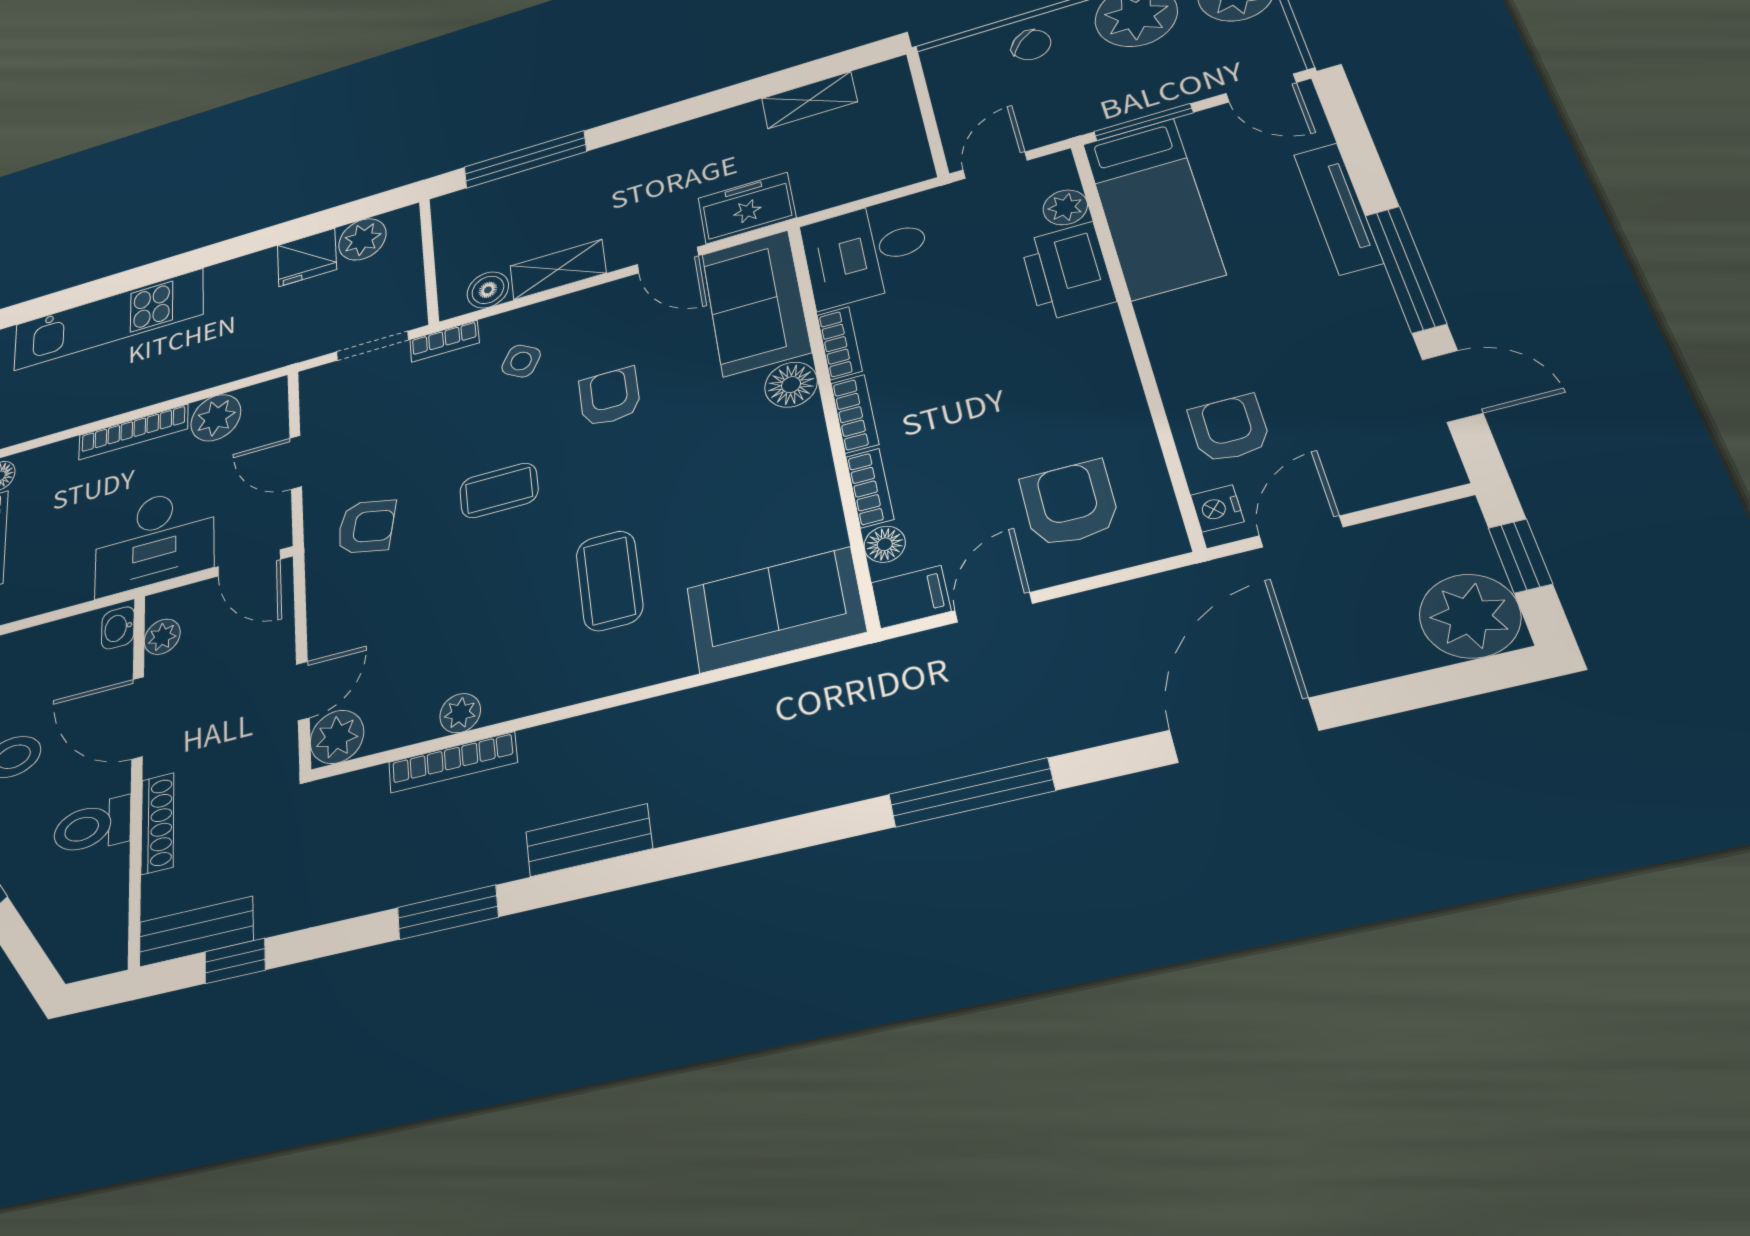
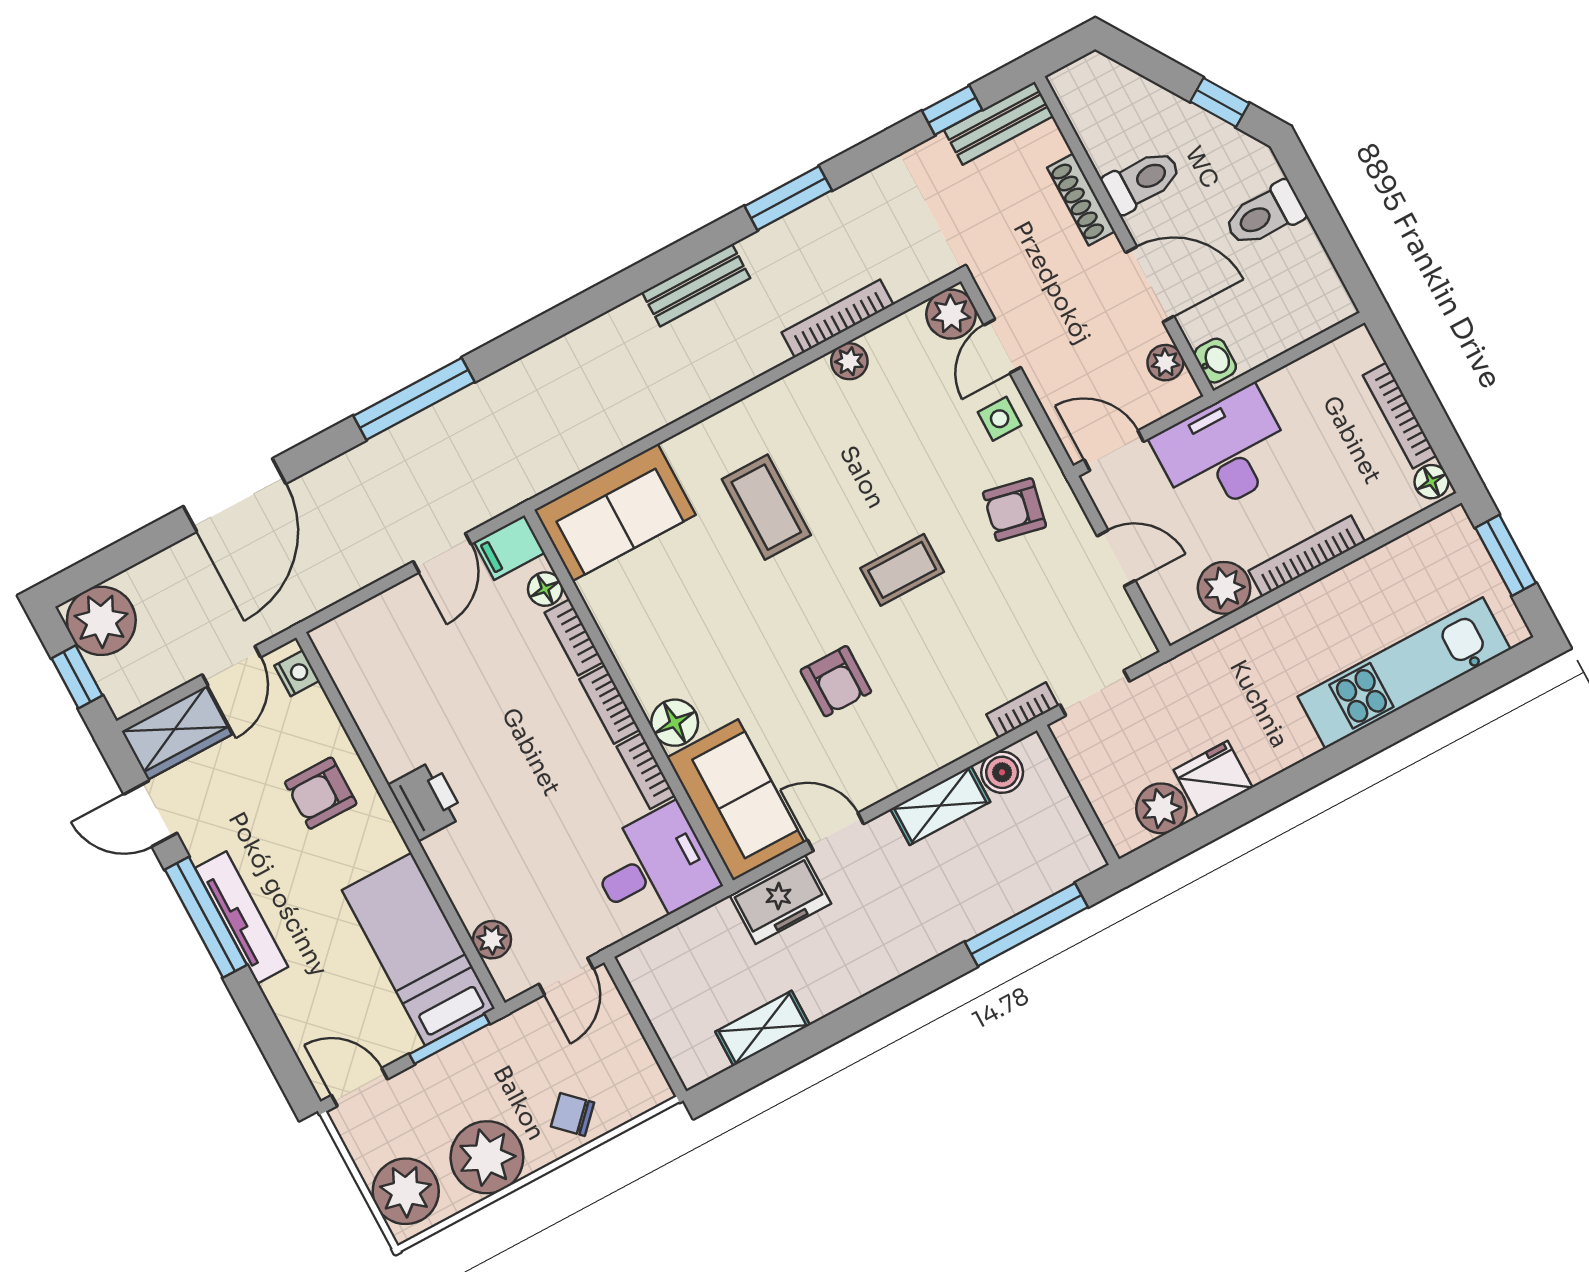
tv unit: (1338, 208) -> (242, 917), moved
printer: (1068, 271) -> (426, 800), moved, width x0.73, depth x0.84
side table: (521, 361) -> (1000, 419), moved, turned -31
armchair: (1229, 429) -> (321, 793), moved, turned 90
wardrobe: (1395, 469) -> (177, 733), added
armchair: (1070, 504) -> (409, 655), removed

